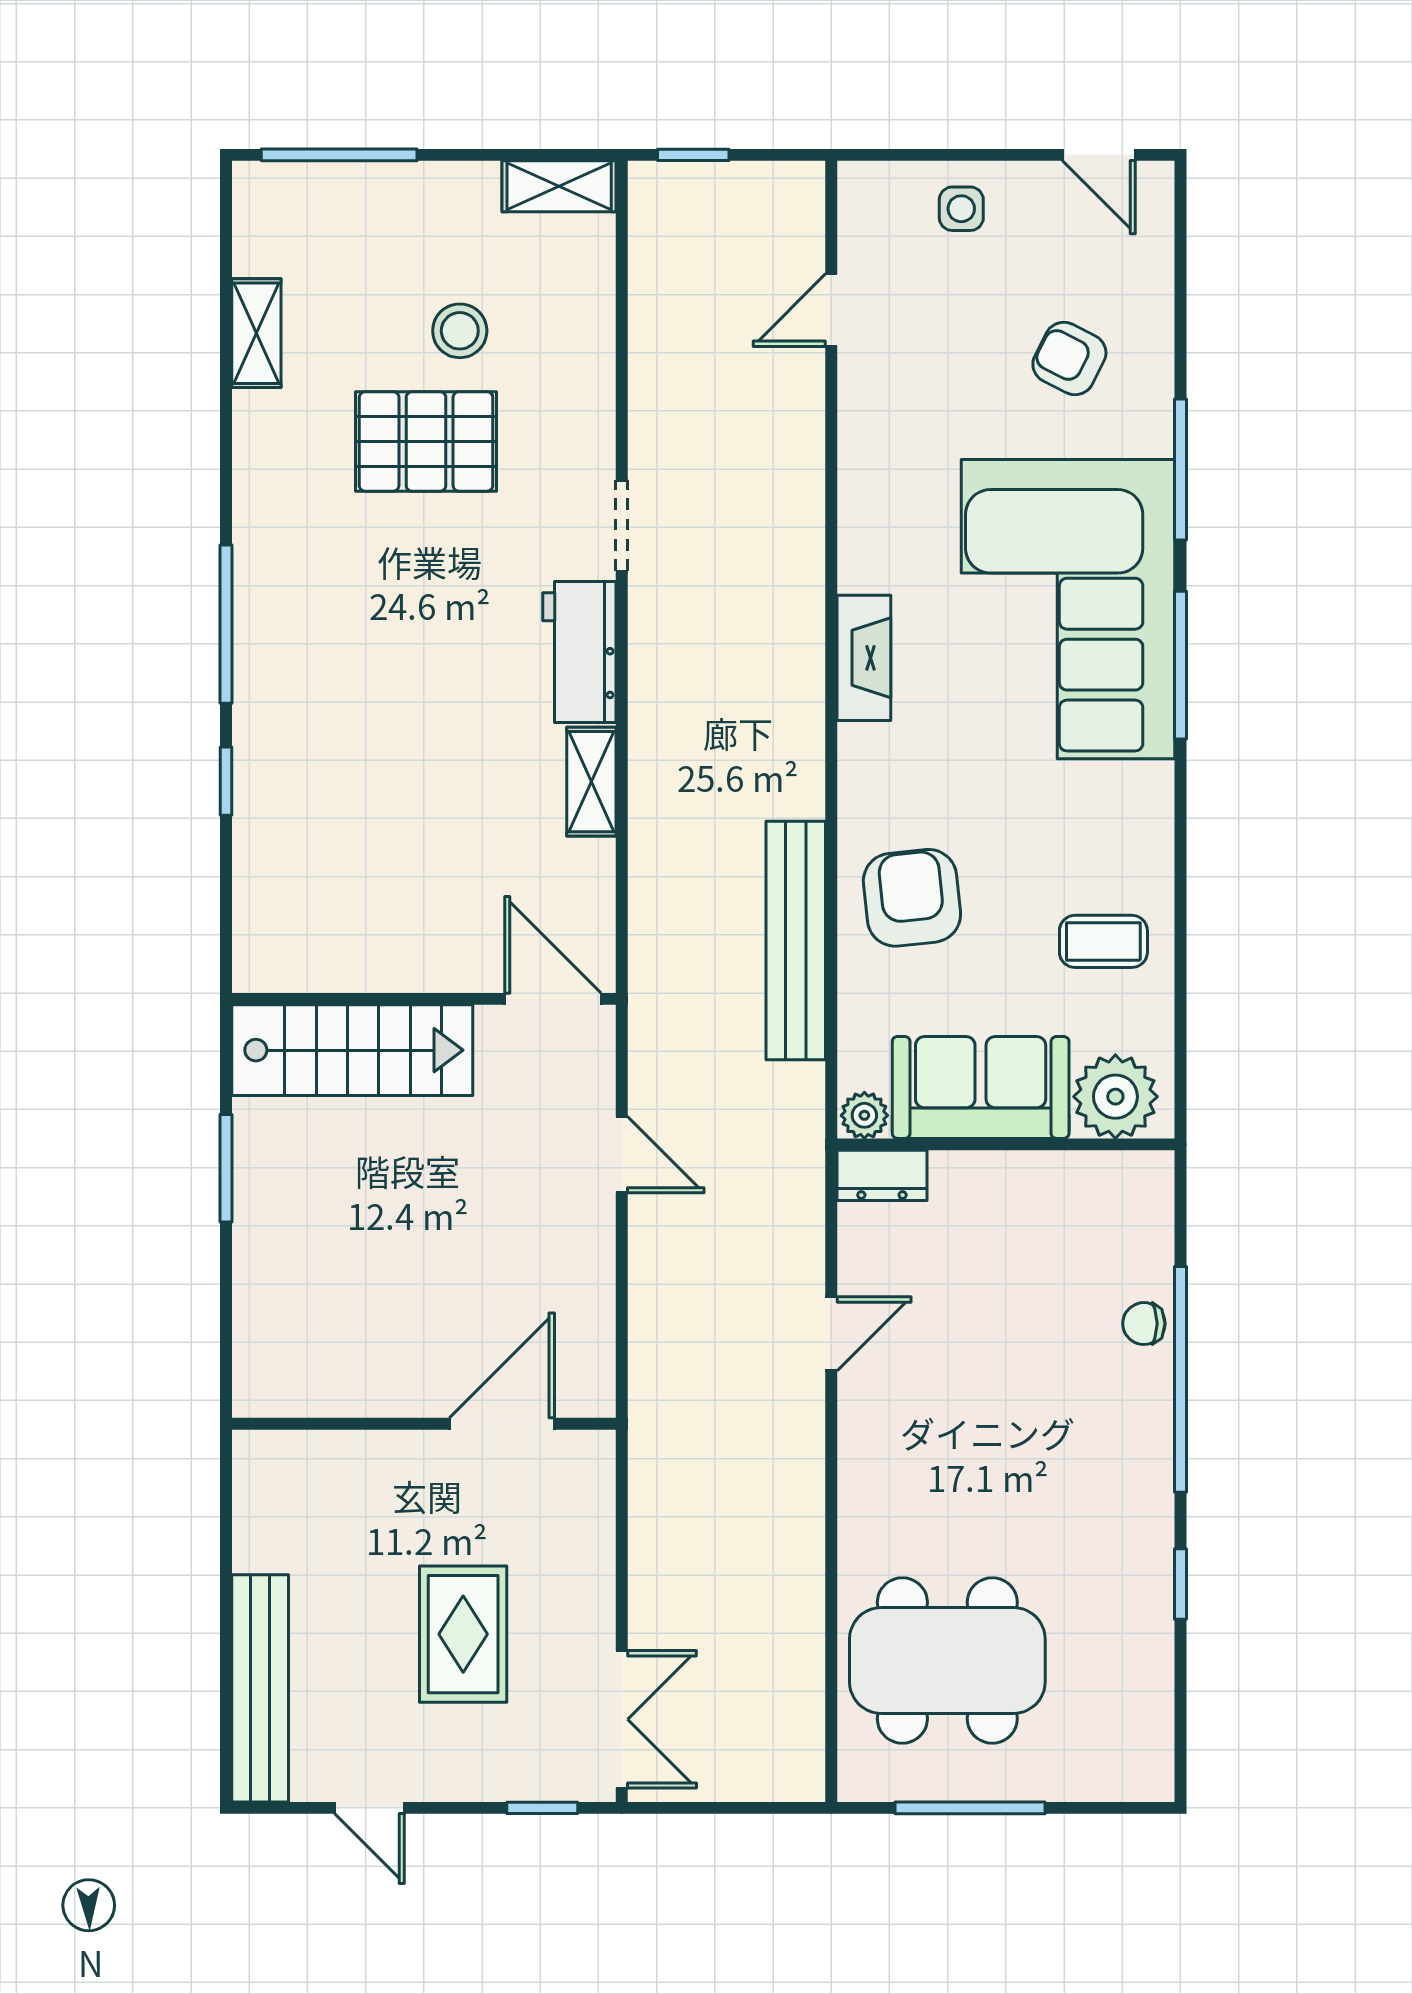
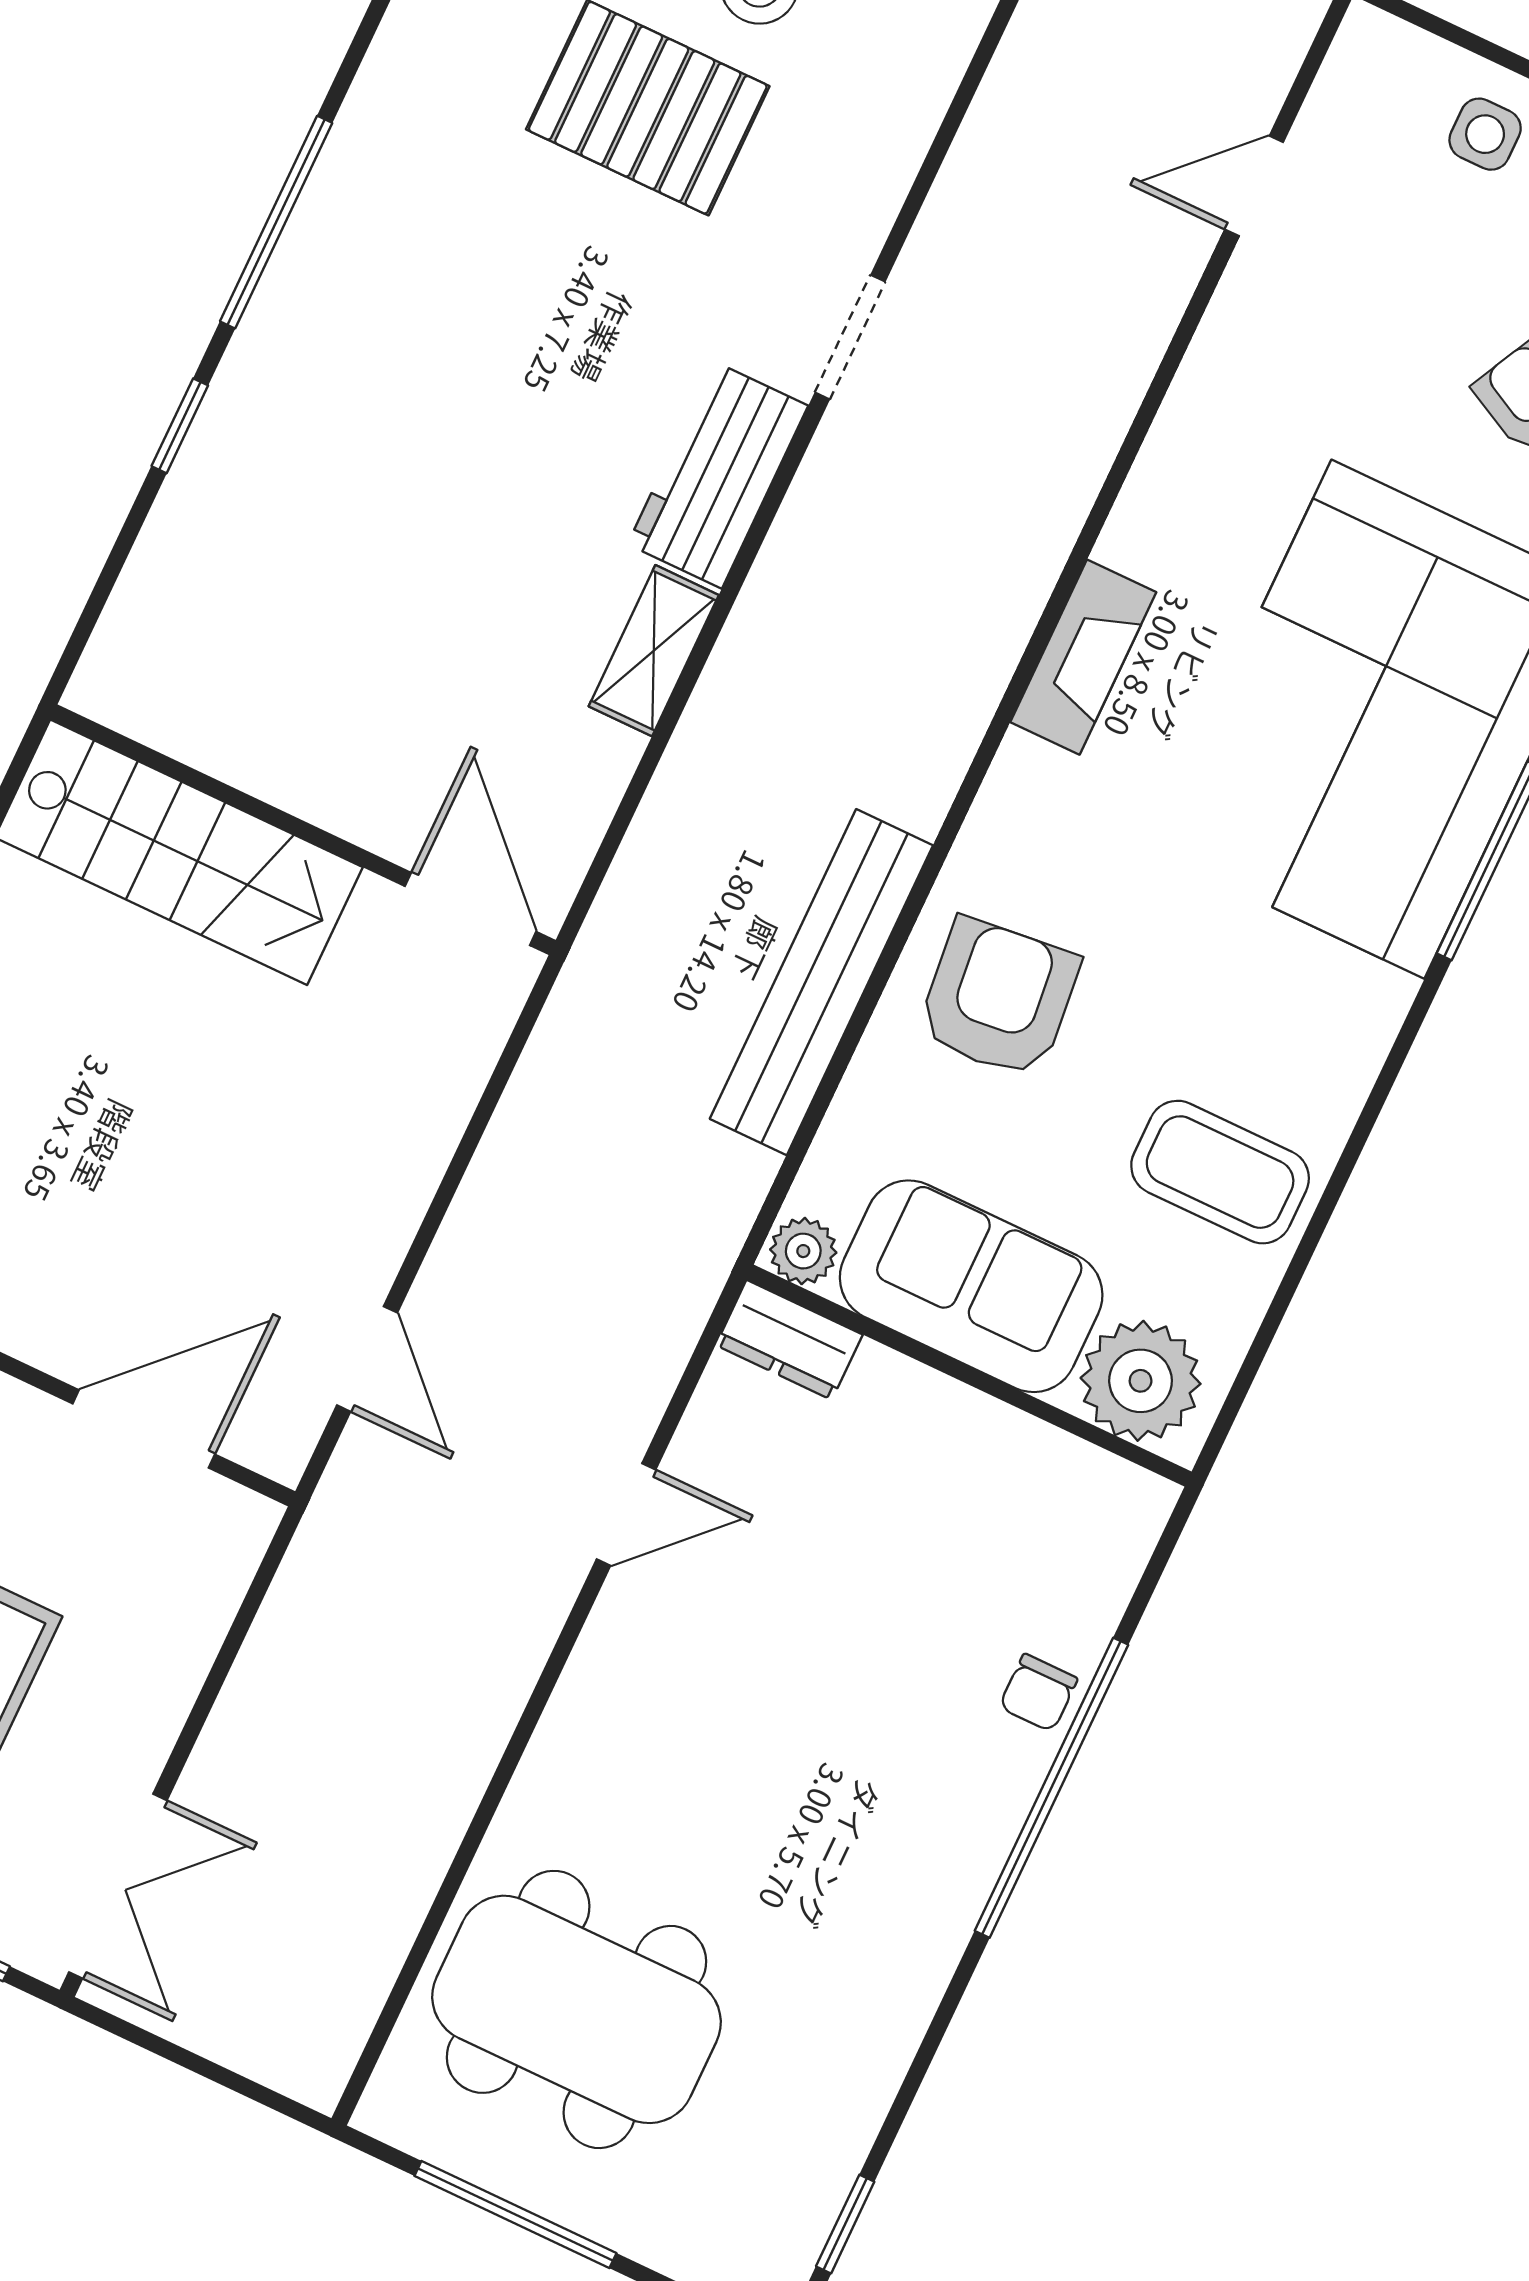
coffee table: (1103, 941) -> (1220, 1172), width x1.36, depth x1.30
door: (622, 1155) -> (367, 1359), moved
chair: (1144, 1324) -> (1038, 1693), turned -90
window: (1180, 1584) -> (845, 2224), moved

